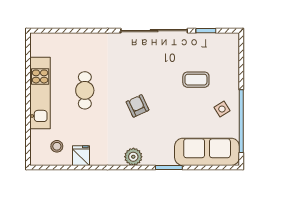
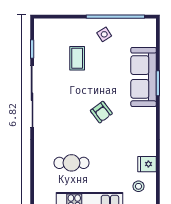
cafe table: (85, 90) -> (72, 163), moved
armchair: (137, 106) -> (101, 112), turned -102
sofa: (207, 152) -> (144, 77), moved
plant: (133, 157) -> (148, 116), removed

